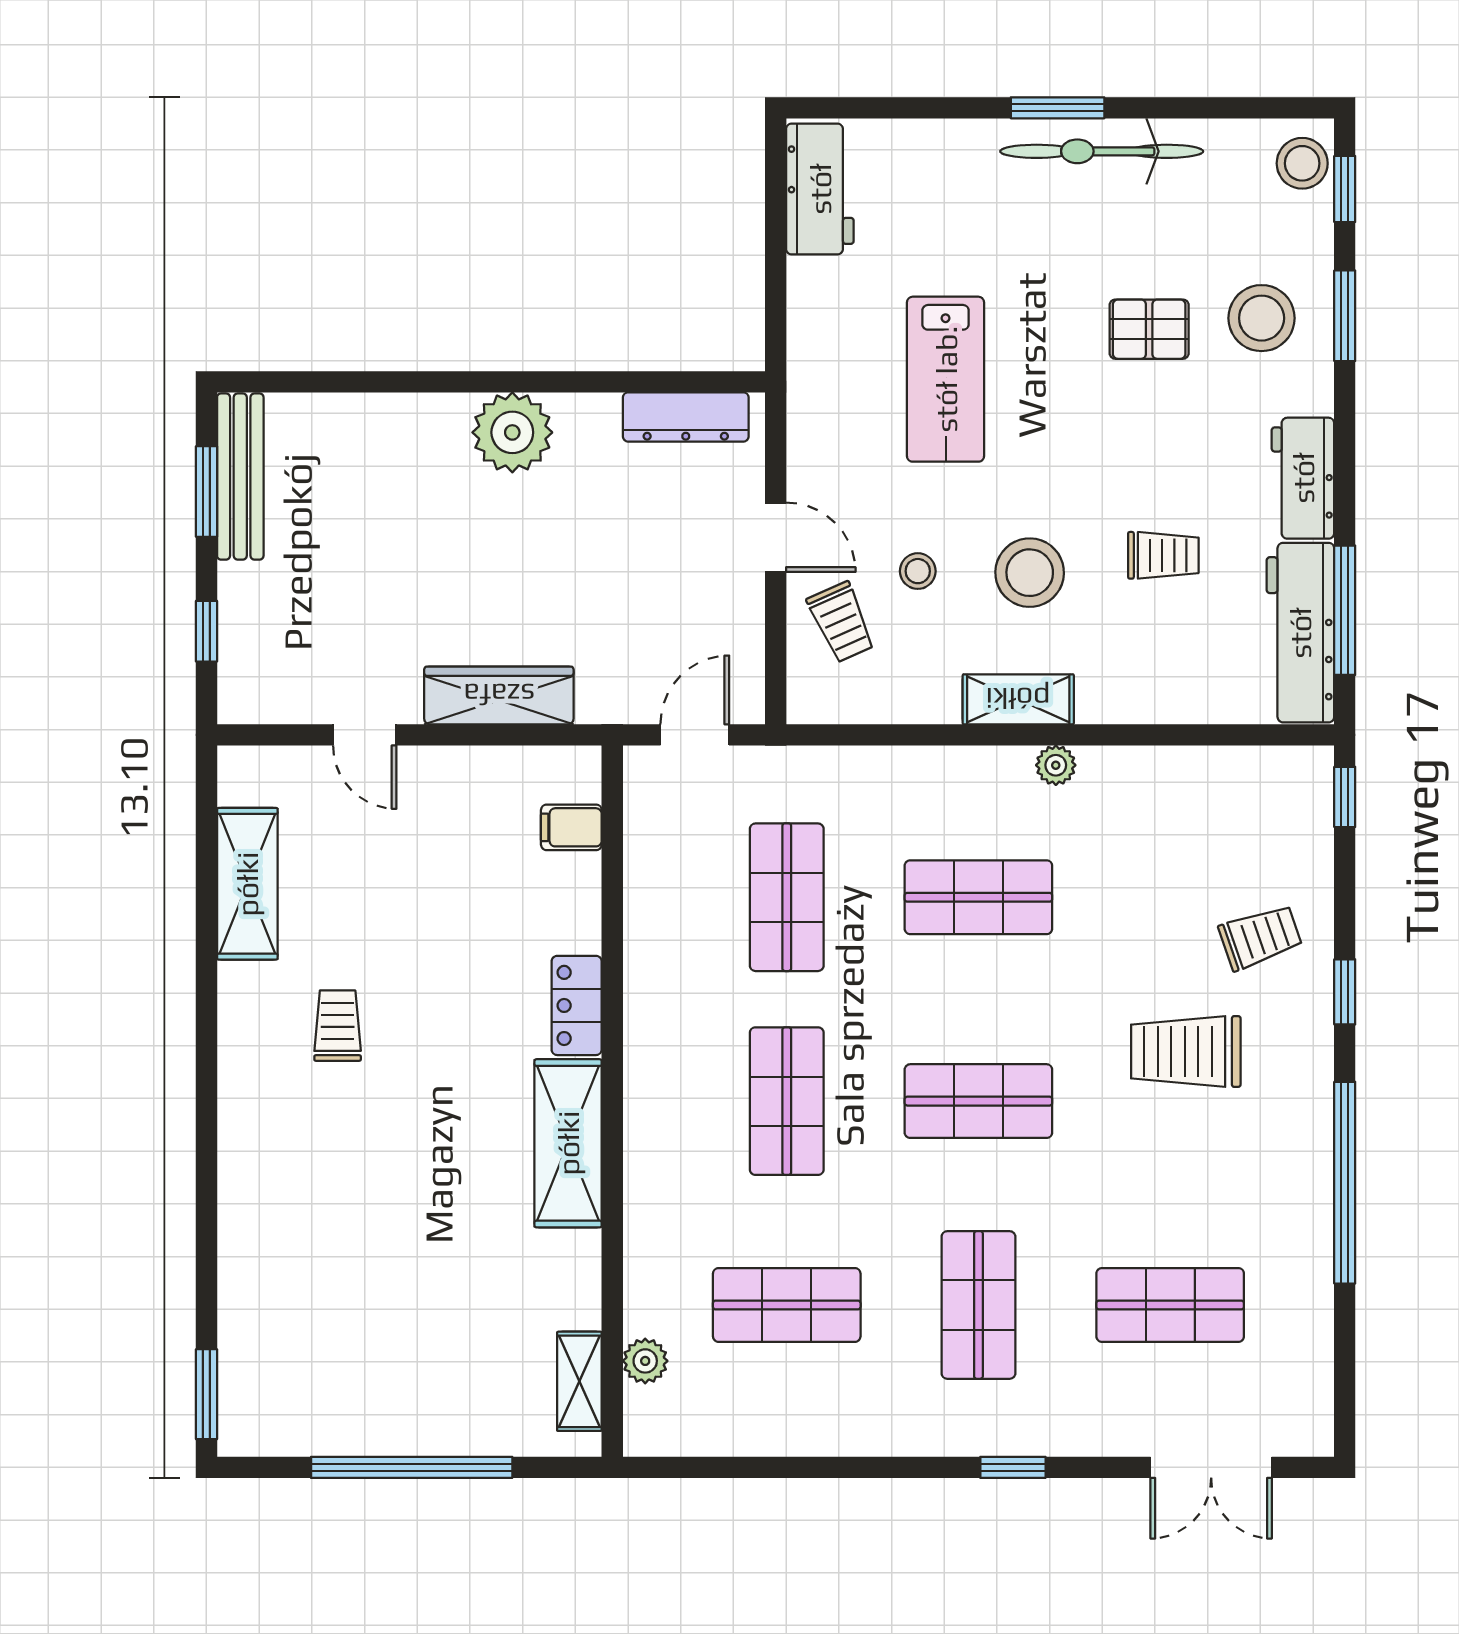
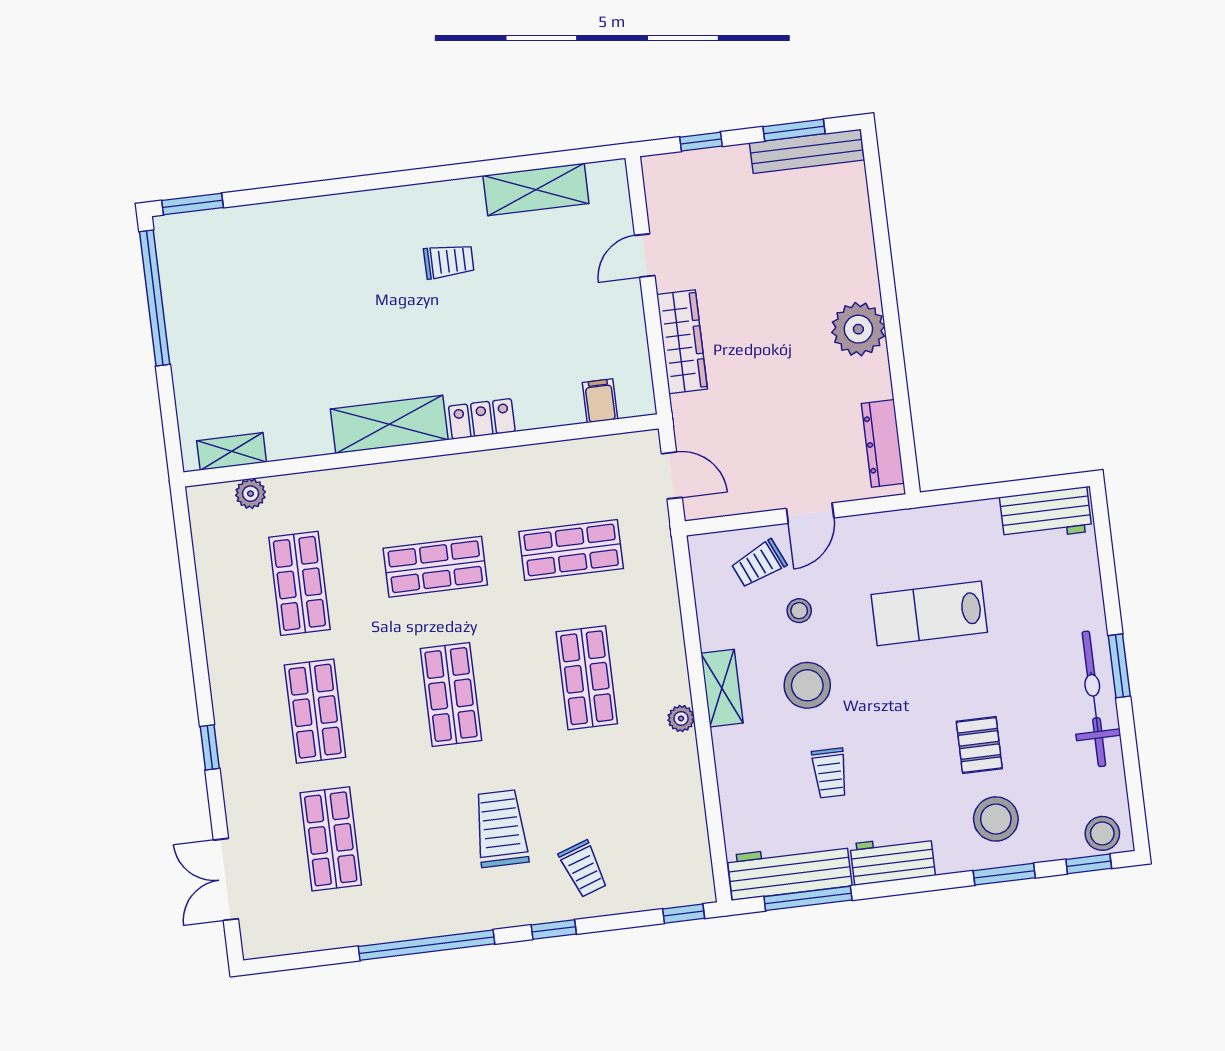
shop shelf: (978, 1305) -> (315, 711), turned 90
window: (412, 1467) -> (155, 298), moved

